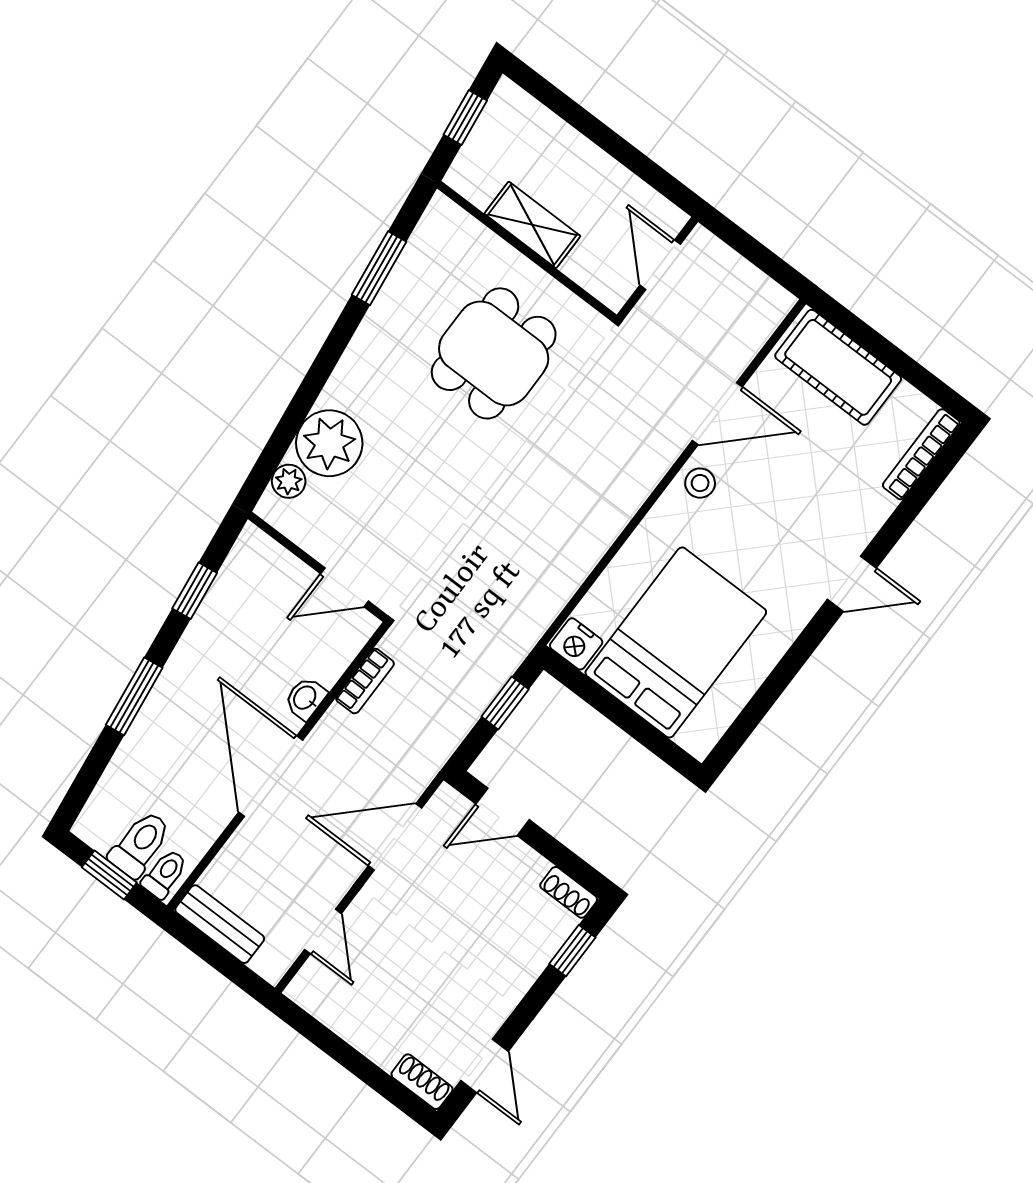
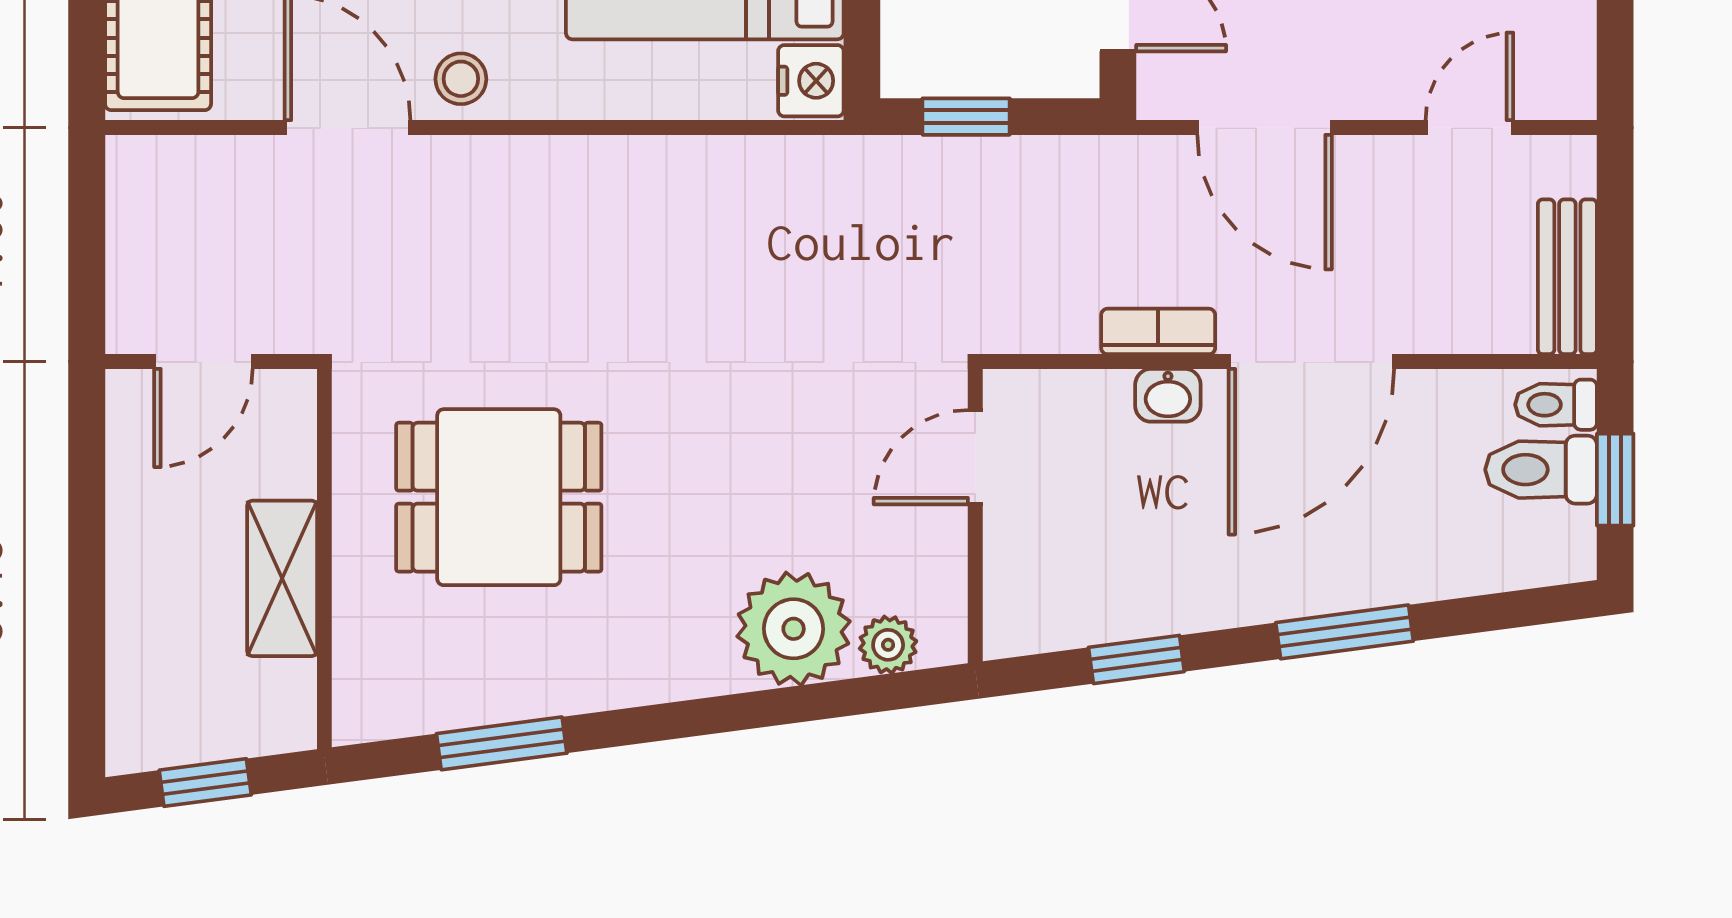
door: (345, 587) -> (975, 457), swing flipped
bookcase: (365, 681) -> (1158, 331), moved

